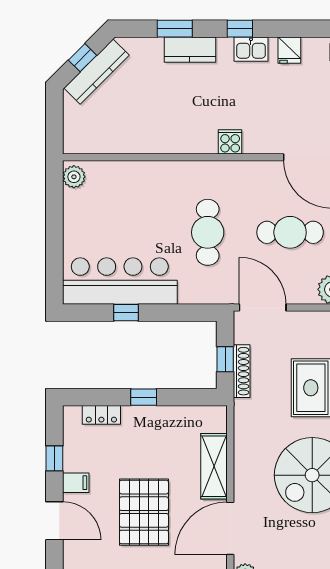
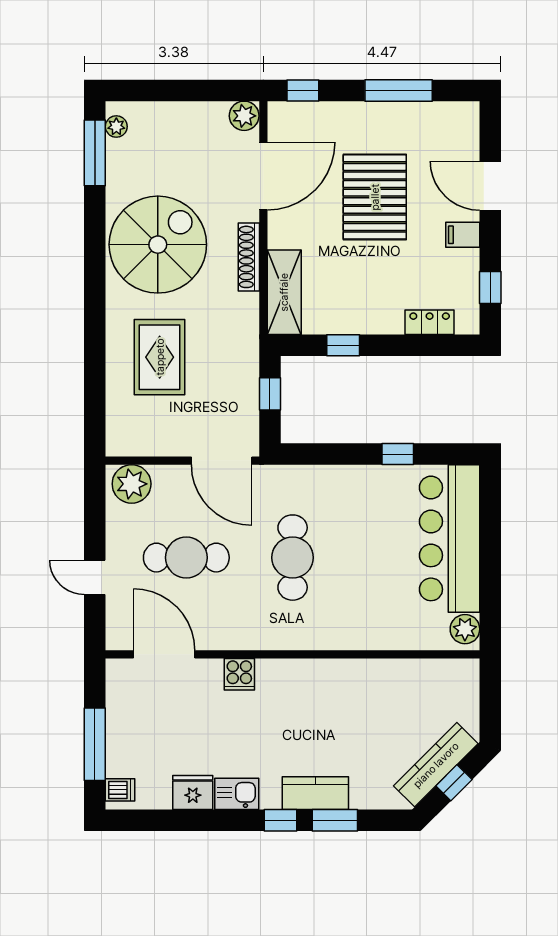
window: (240, 29) -> (281, 820), moved
fridge: (289, 50) -> (193, 792), width x1.38
cooker: (230, 142) -> (239, 674), moved
bar counter: (120, 281) -> (450, 538), moved, turned 90
shoe rack: (242, 371) -> (249, 257), moved
window: (144, 397) -> (343, 345), moved
window: (54, 458) -> (490, 287), moved
shelving: (214, 466) -> (284, 292), moved

